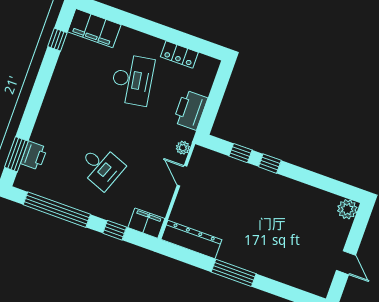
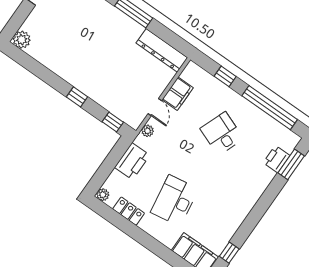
plant: (212, 65) -> (103, 195), added
window: (240, 153) -> (113, 122), moved
filing cabinet: (146, 223) -> (178, 94), moved, turned -90

